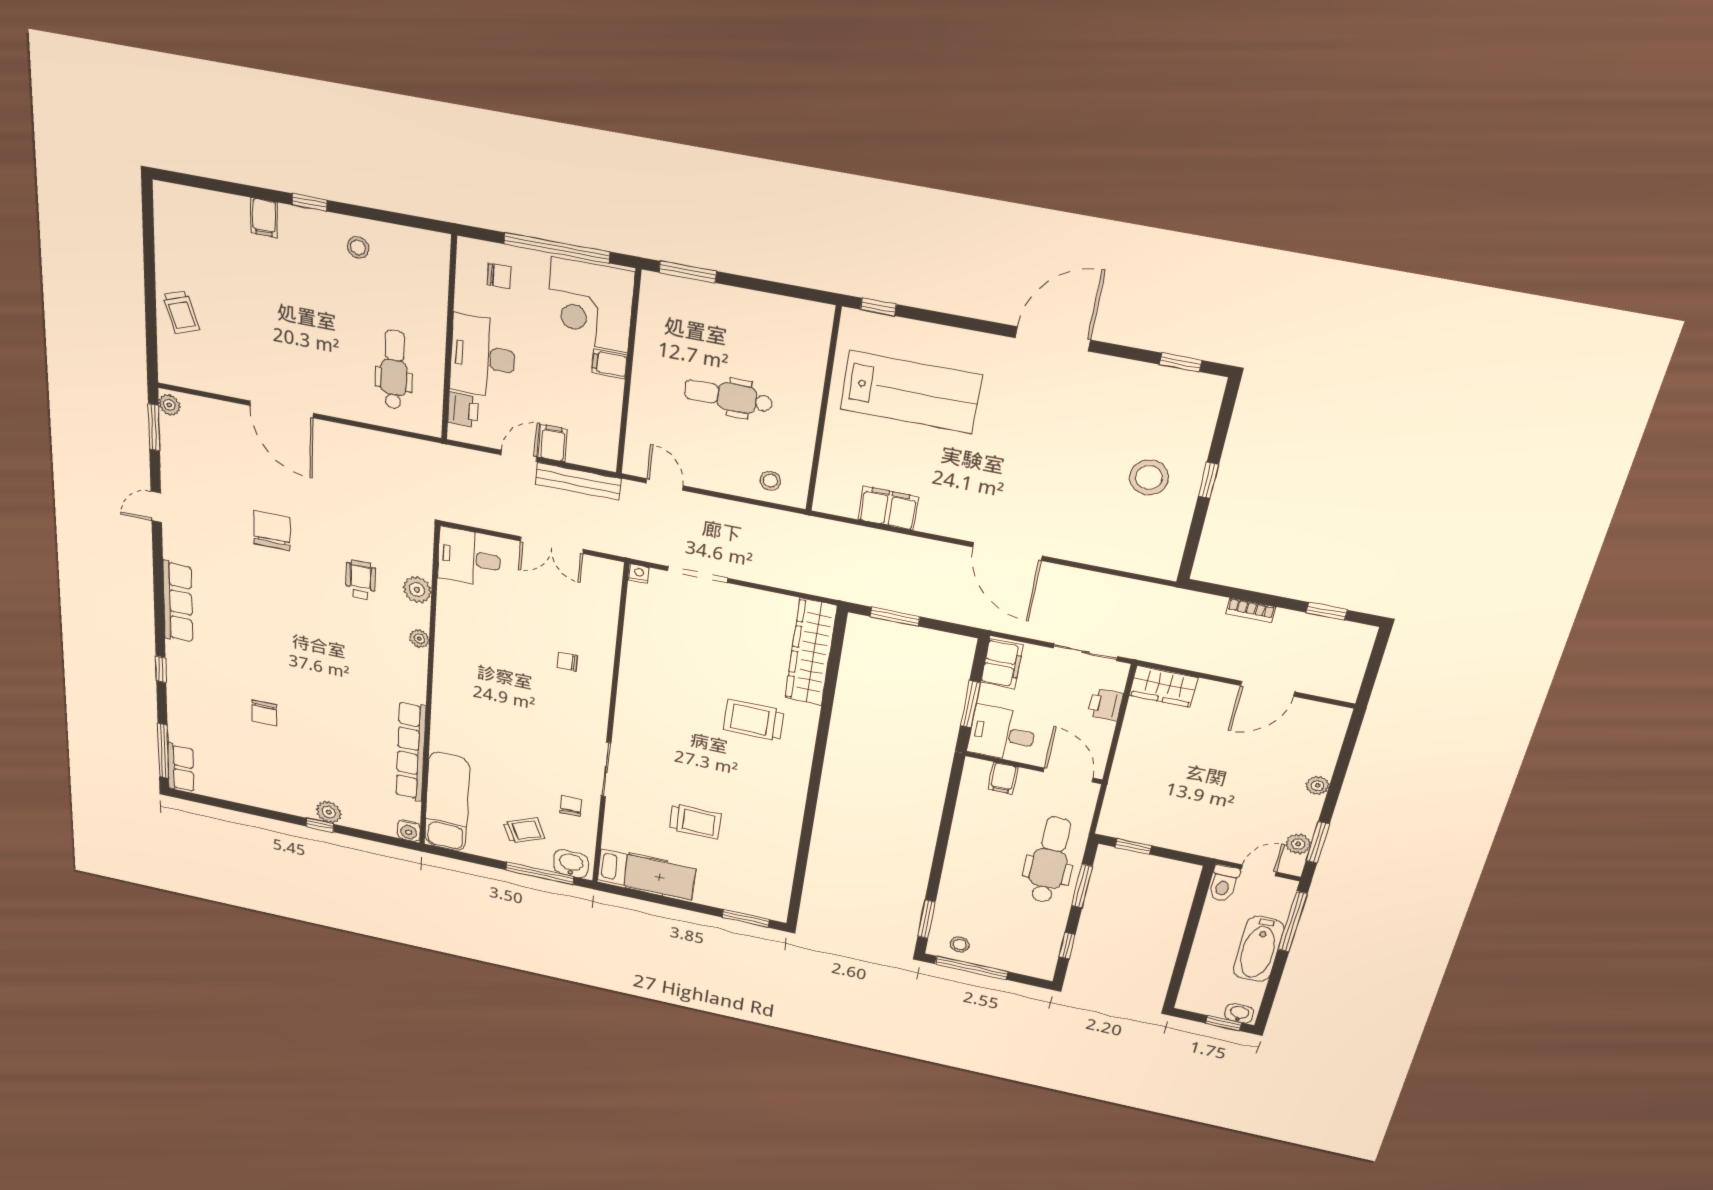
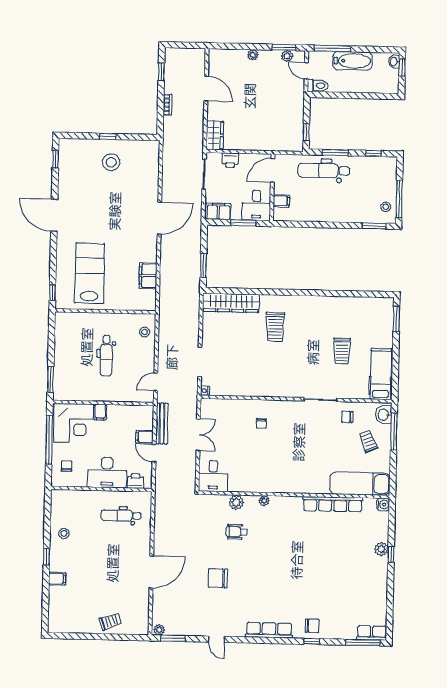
chair: (264, 713) -> (312, 626), moved
trolley: (695, 821) -> (342, 351), turned 180

